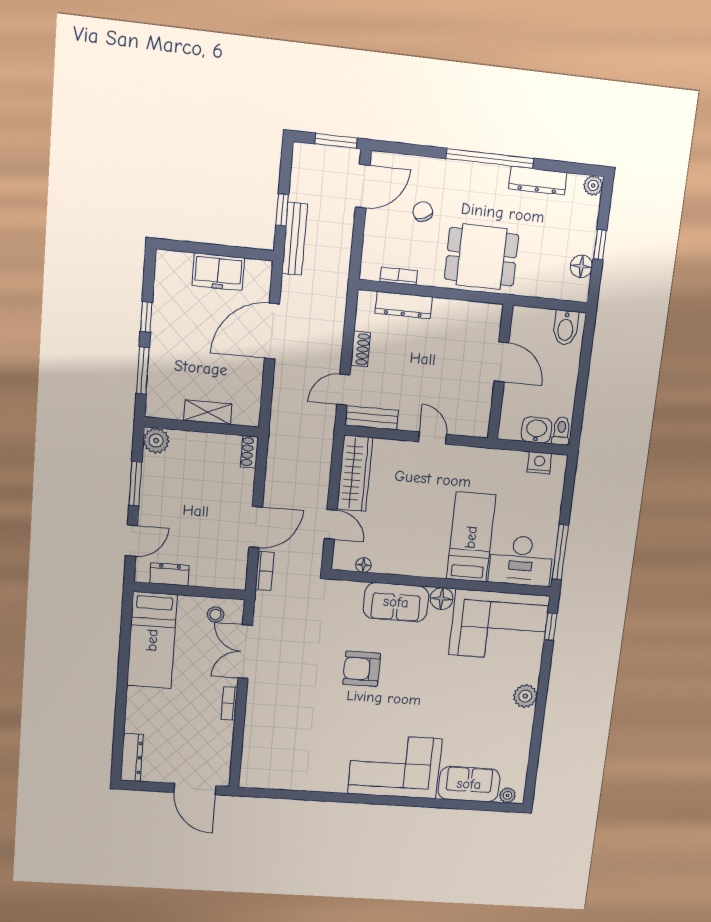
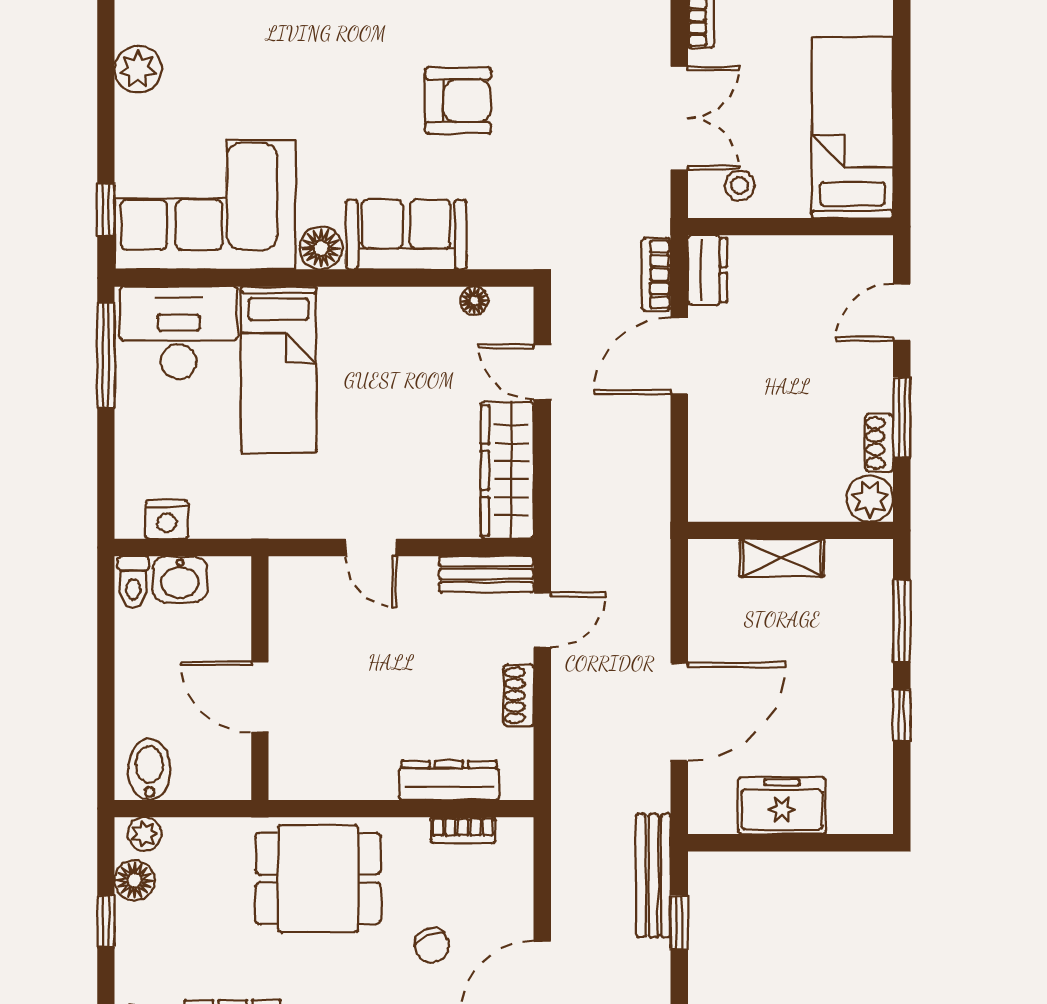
plant: (573, 292) -> (145, 834), added
shoe rack: (249, 452) -> (879, 443), moved, turned 180
dresser: (169, 574) -> (707, 270), moved, turned -90

